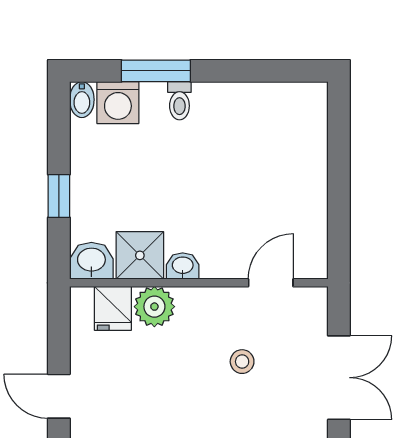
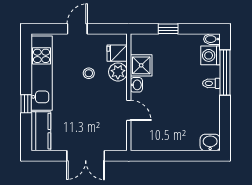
window: (156, 71) -> (225, 73), width x1.44
washbasin: (91, 261) -> (210, 142), moved, turned -90
door: (271, 283) -> (129, 110), moved
stool: (242, 362) -> (89, 73), moved

